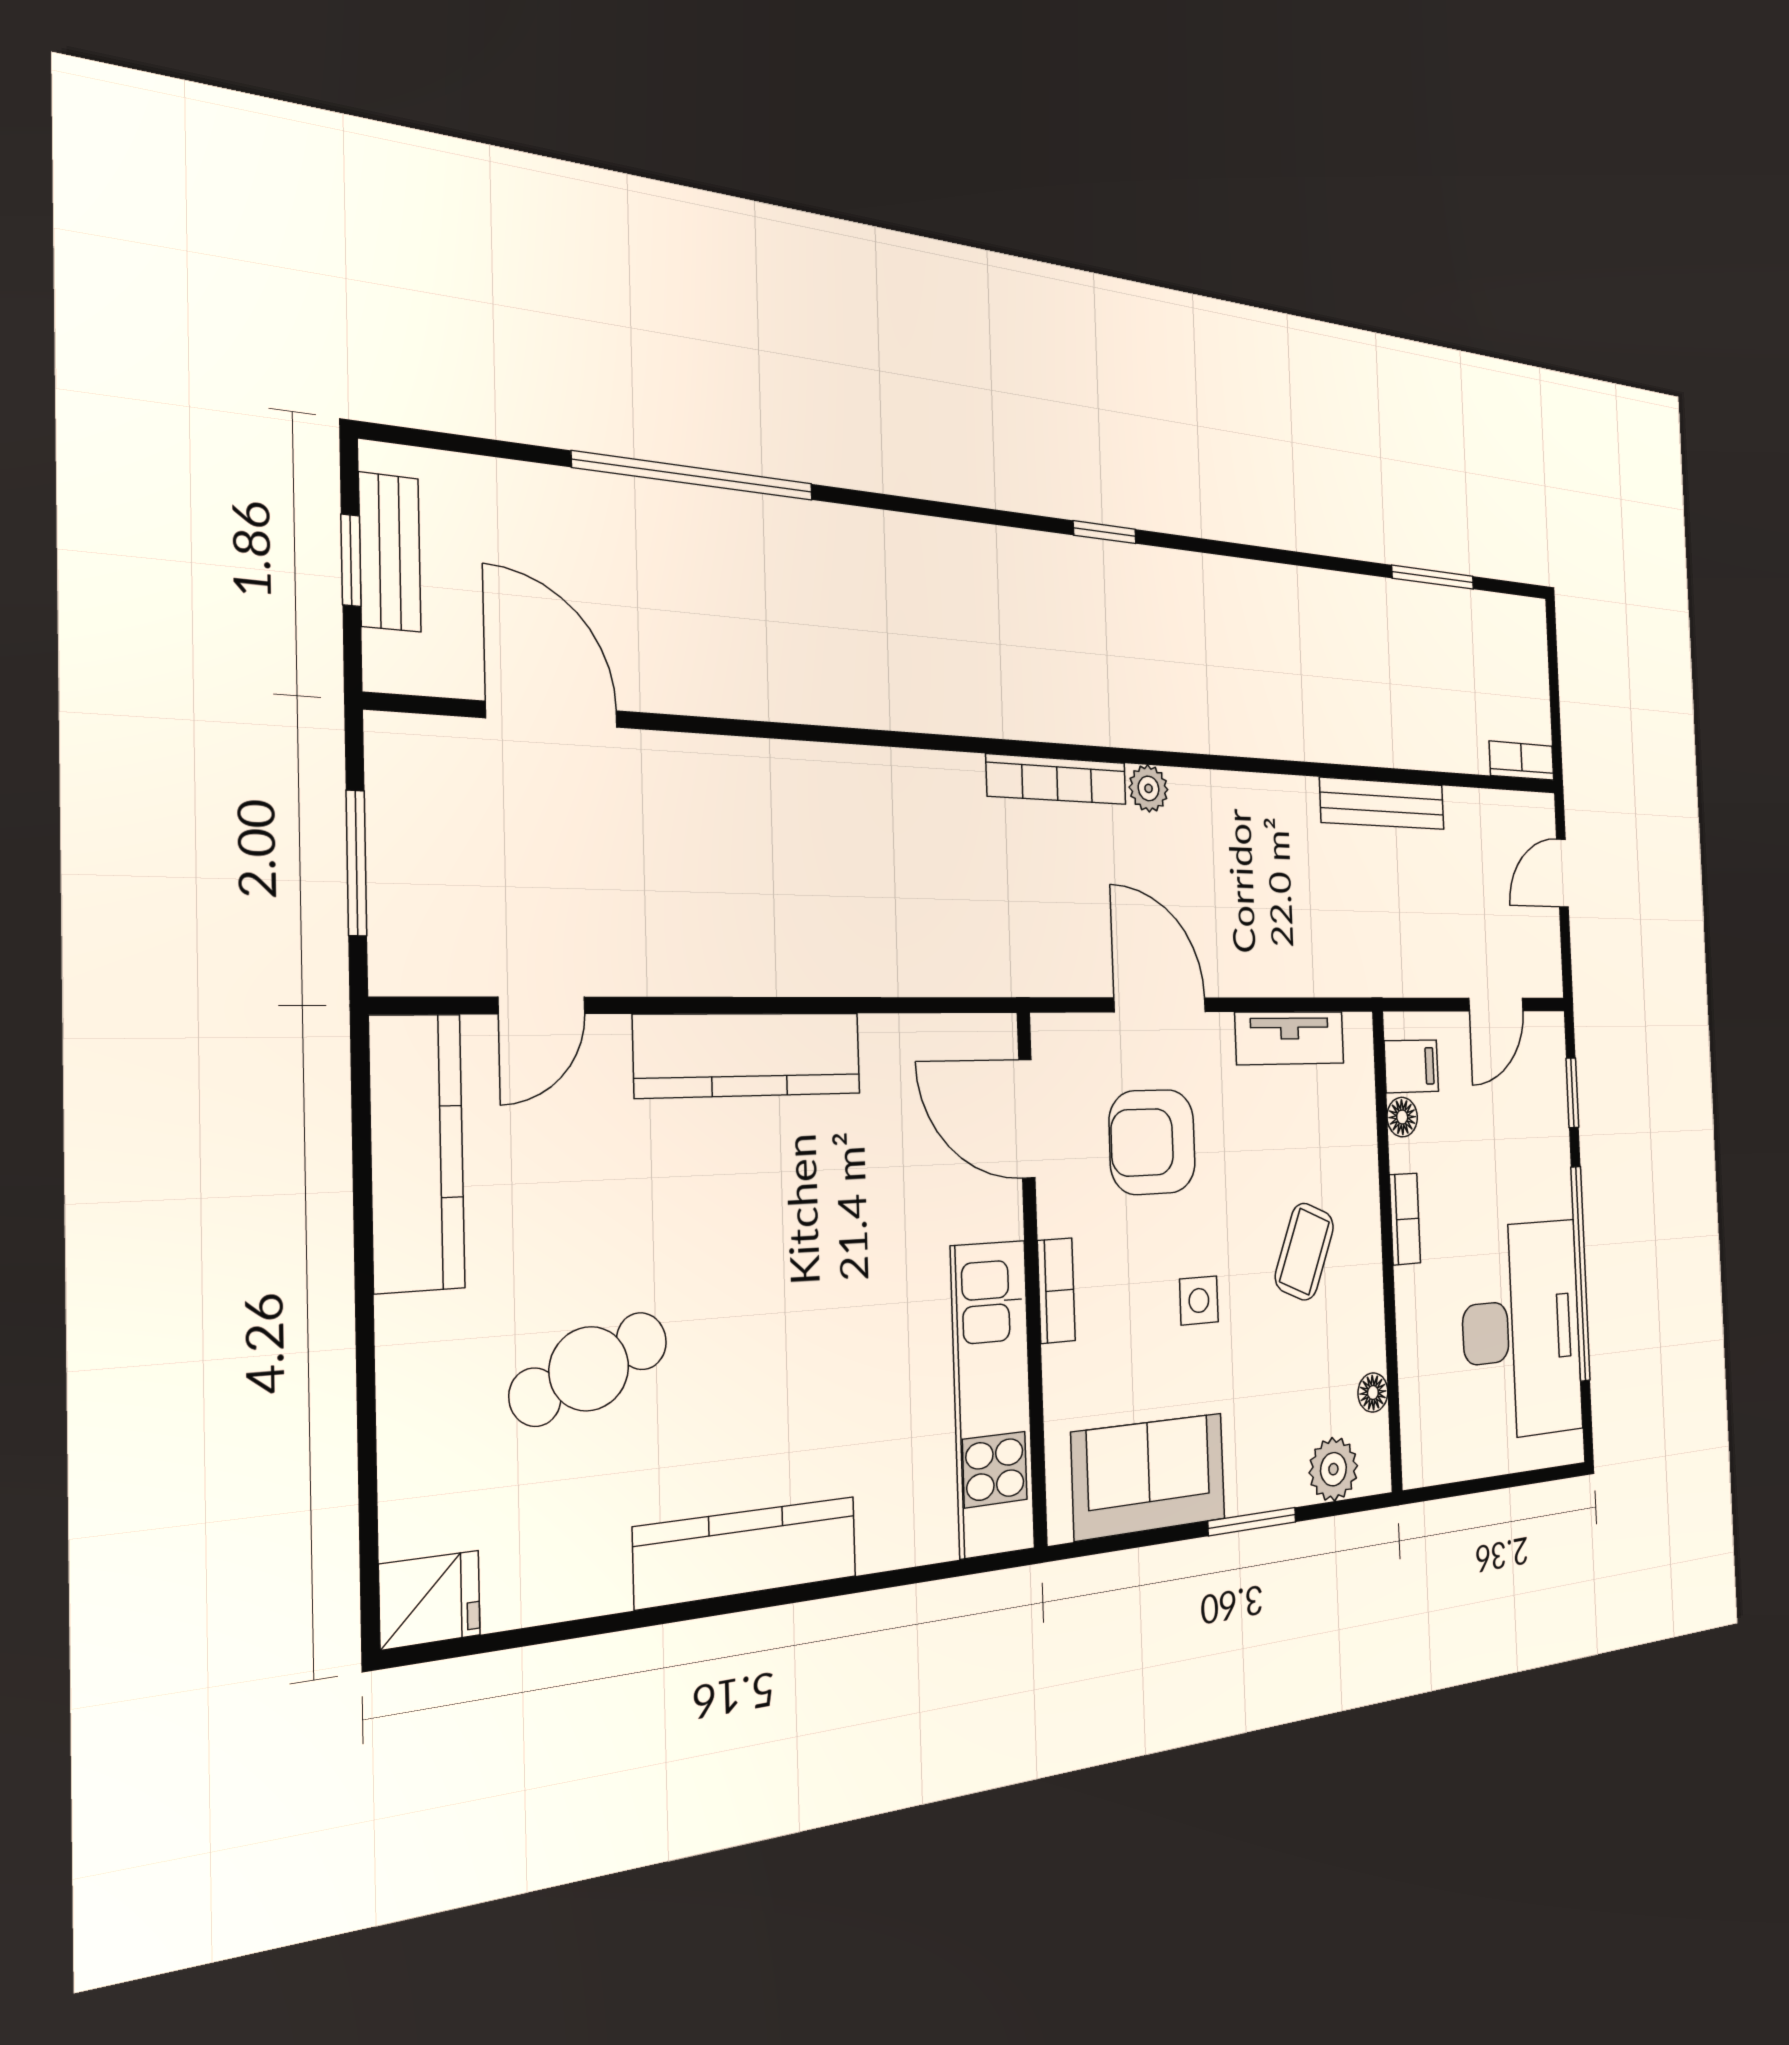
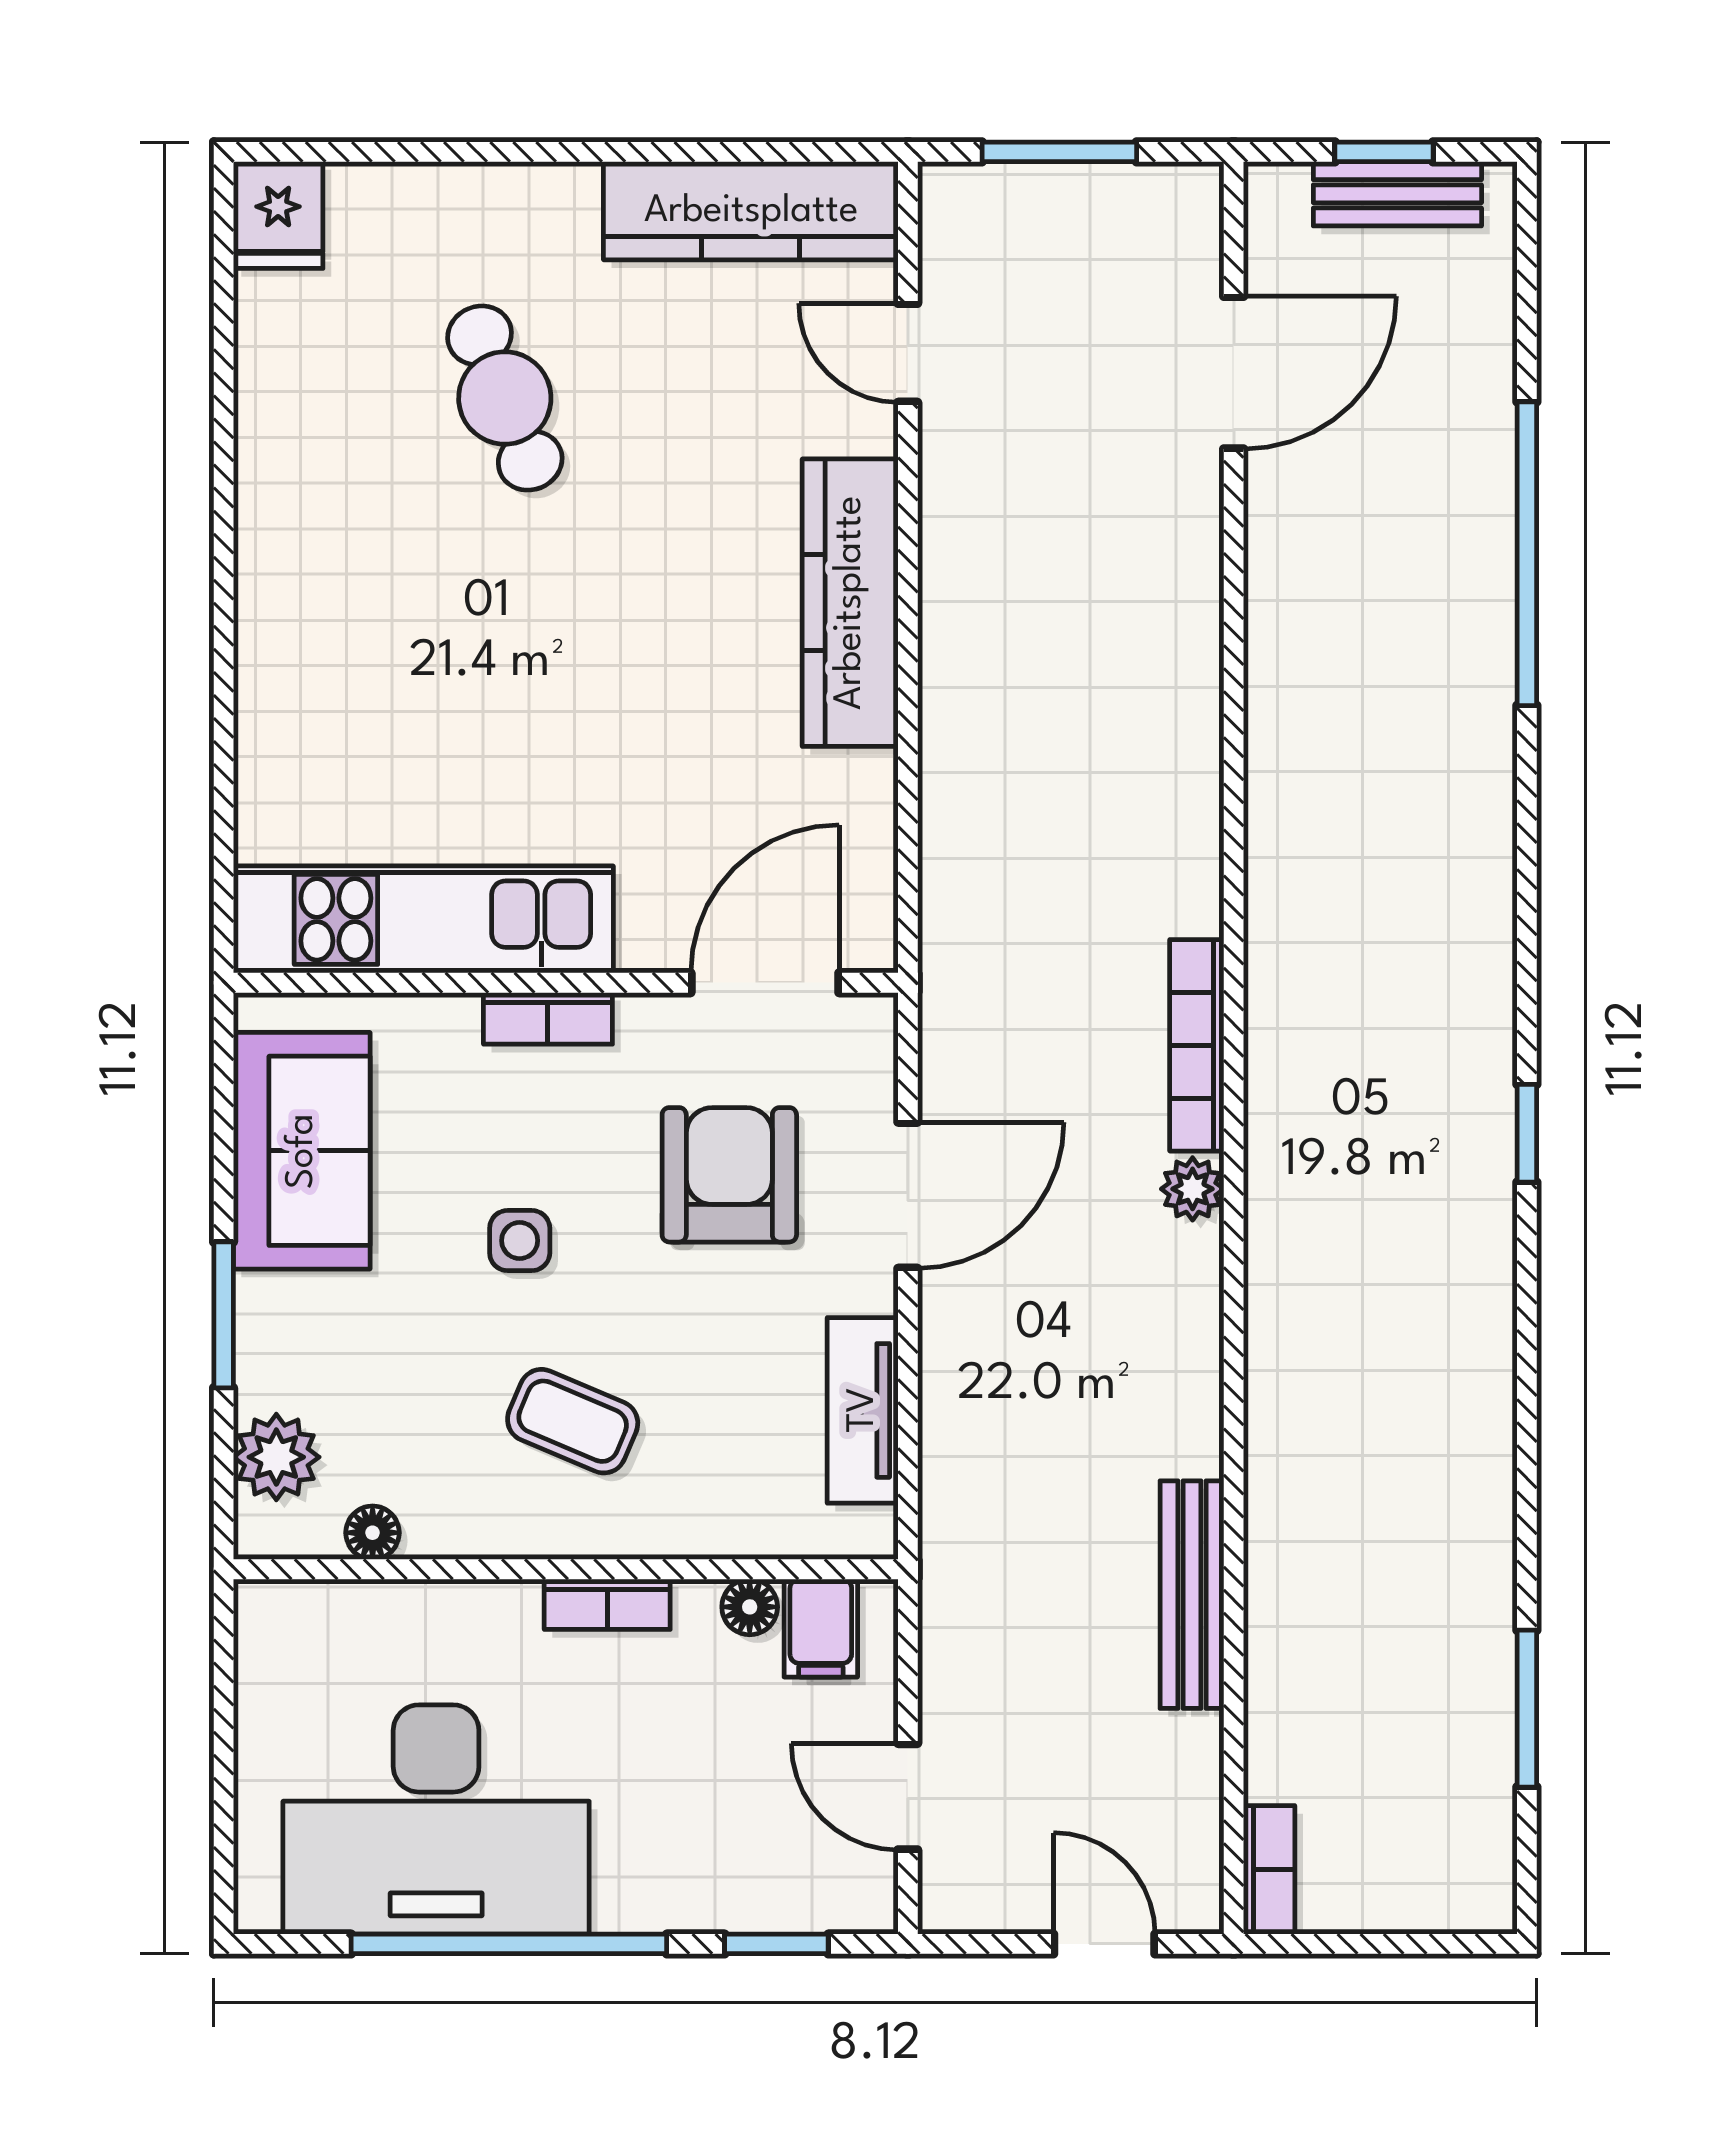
kitchen counter: (747, 1552) -> (280, 583), removed

